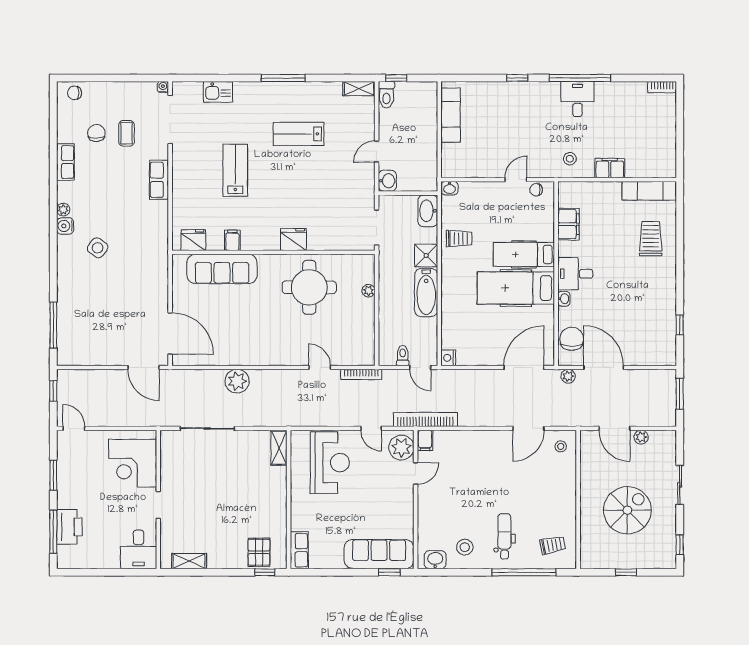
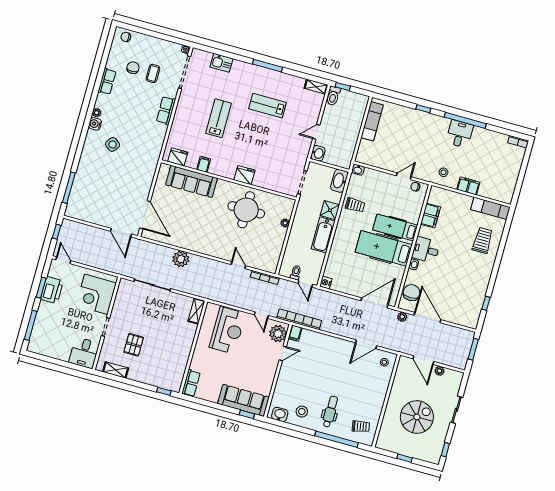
printer: (69, 527) -> (52, 290), moved
pallet: (259, 552) -> (134, 345), moved

